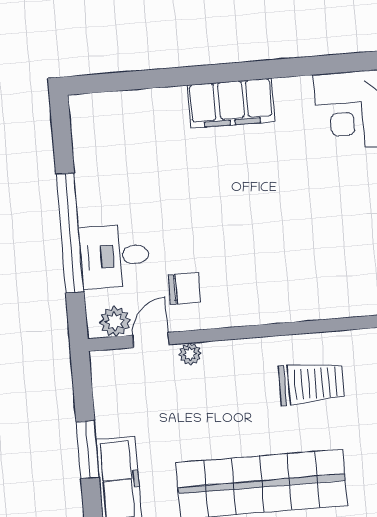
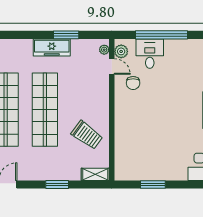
plant: (190, 354) -> (104, 50), moved
trolley: (311, 383) -> (87, 135), turned -54

